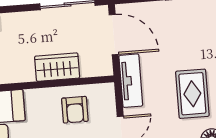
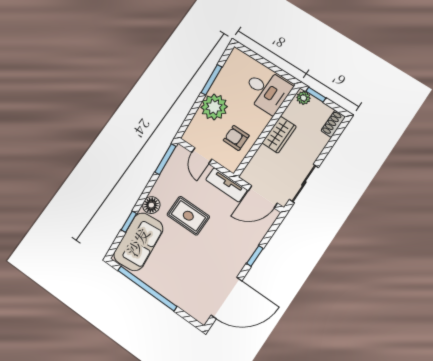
wardrobe: (57, 67) -> (279, 135), moved

